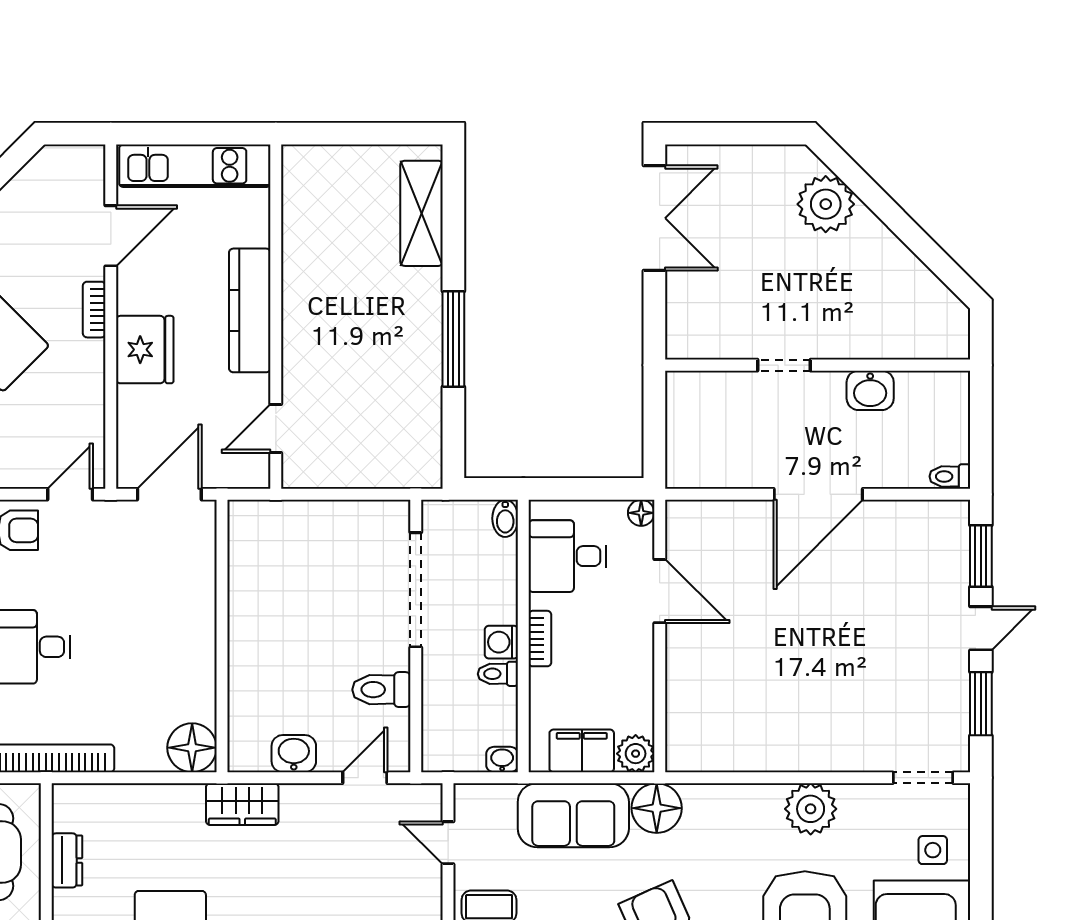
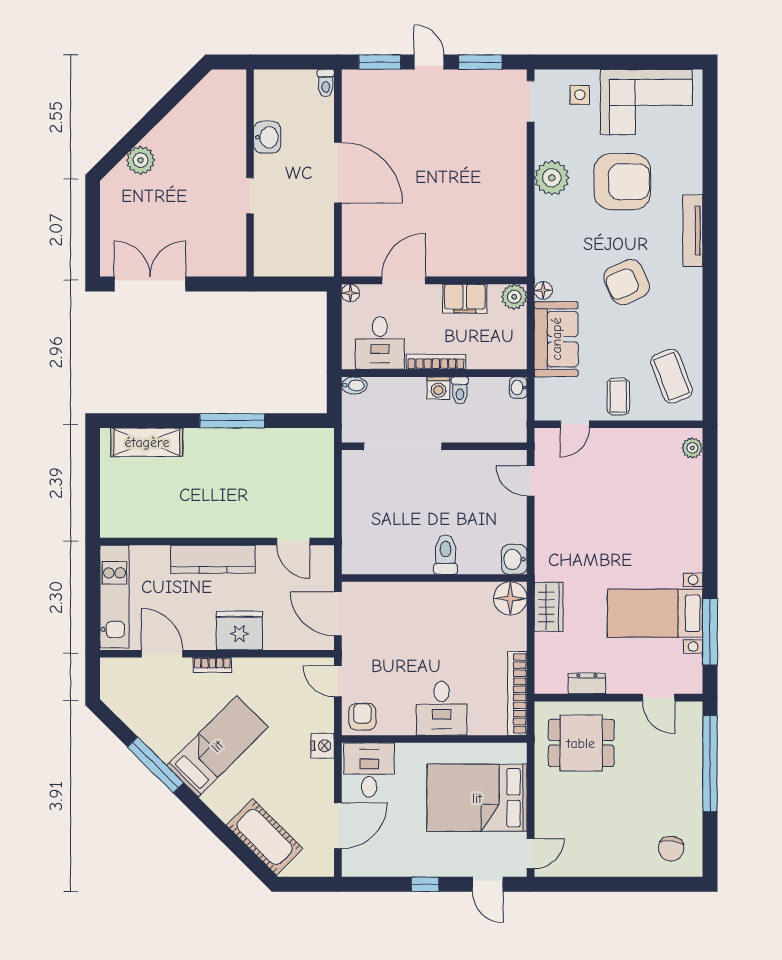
plant: (826, 204) -> (141, 160), width x0.73, depth x0.73
bookcase: (540, 639) -> (436, 362), width x1.56
toilet: (381, 690) -> (446, 555), moved, turned 180
filing cabinet: (582, 751) -> (465, 299), moved, turned -90
washbasin: (294, 754) -> (514, 559), moved
wardrobe: (242, 804) -> (549, 607), moved
floor lamp: (657, 808) -> (543, 290), width x0.53, depth x0.53

